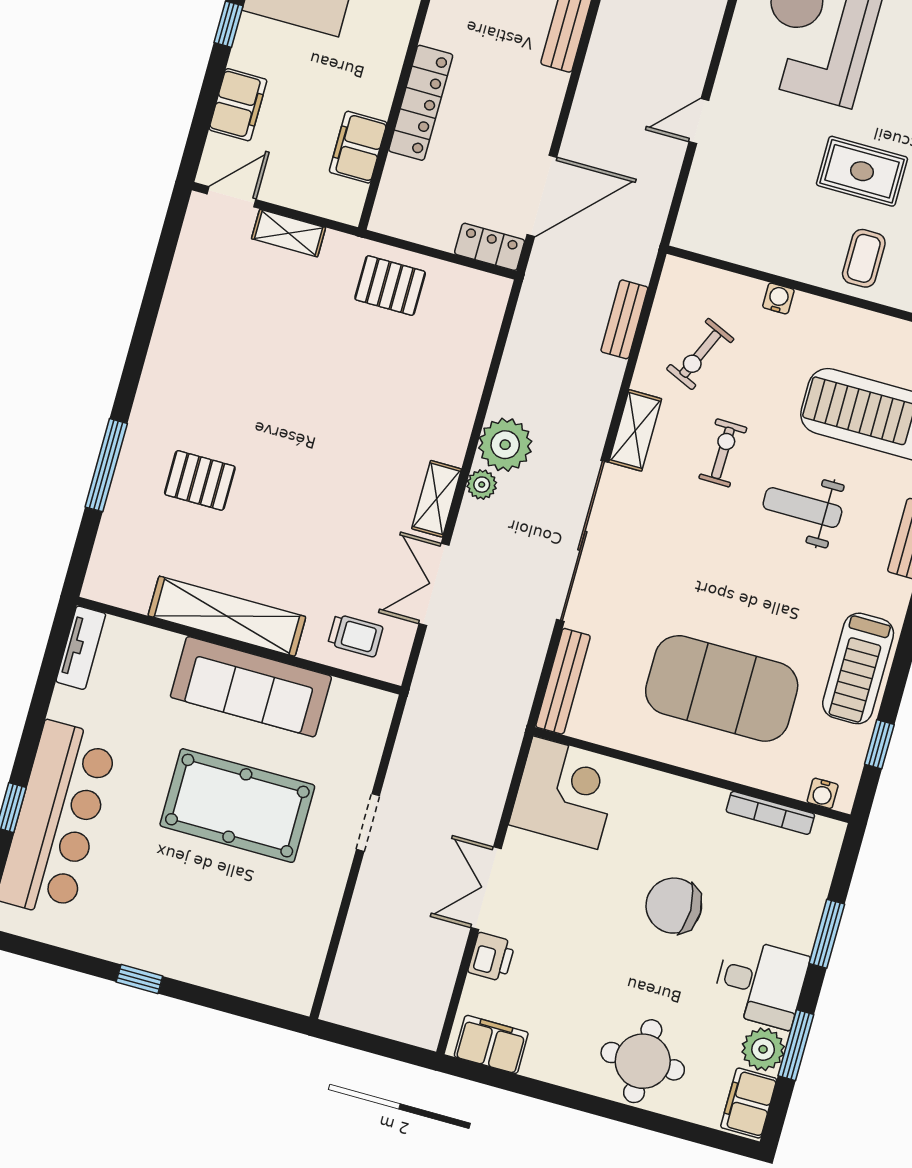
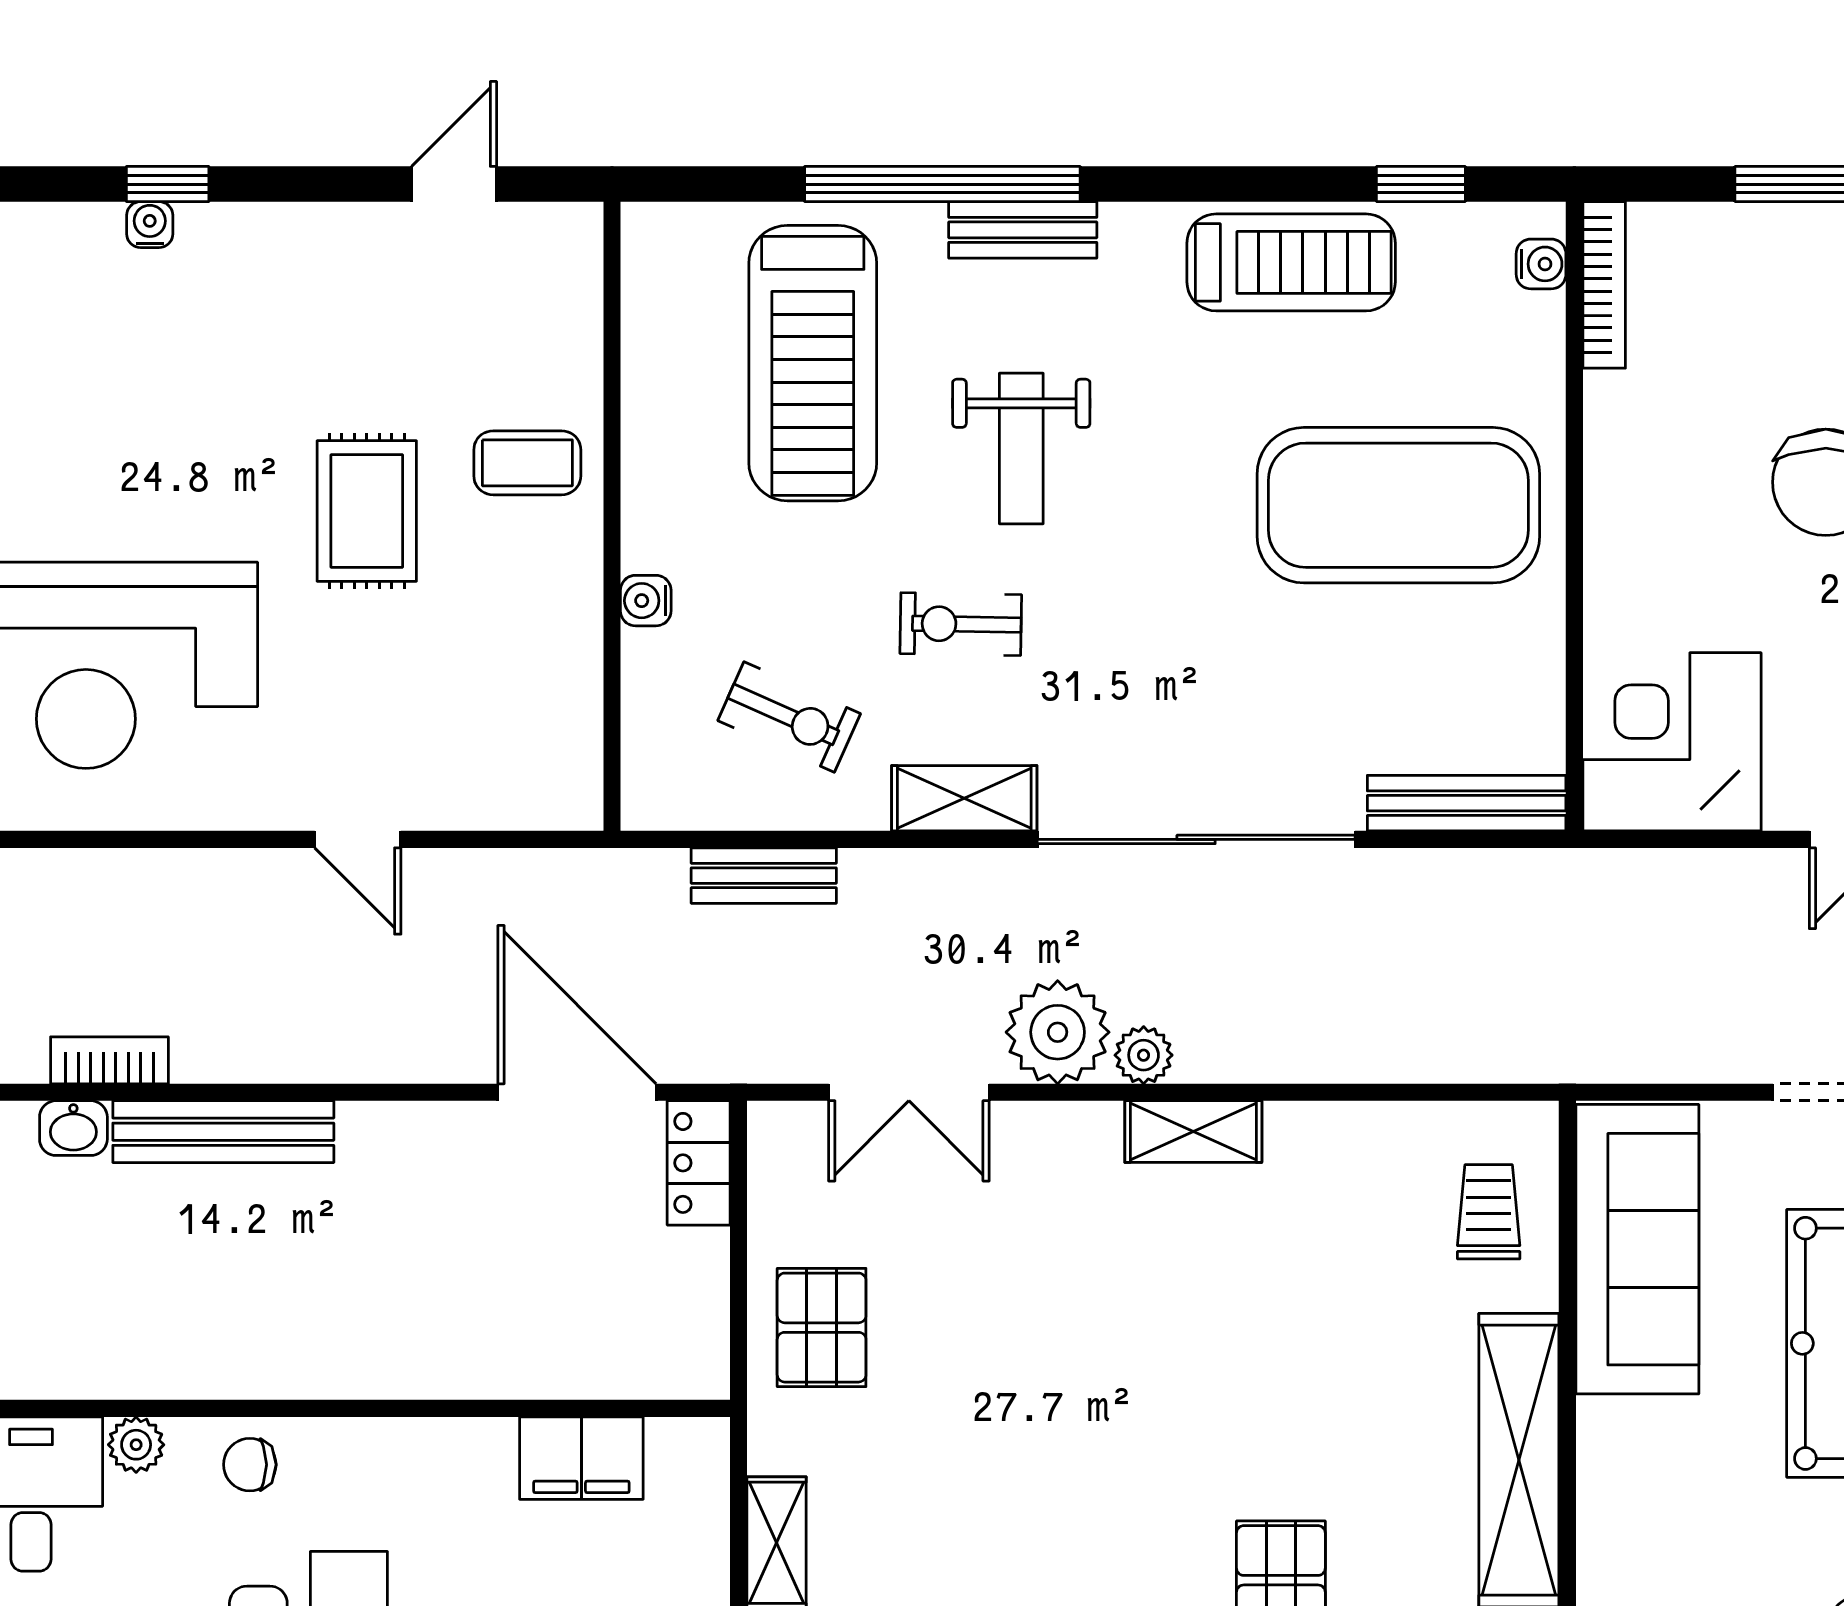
locker: (421, 103) -> (467, 1365), removed
double door: (434, 584) -> (909, 1092), moved
sofa: (251, 687) -> (1637, 1249), moved
exercise mat: (722, 688) -> (1398, 505), turned 90
bookcase: (770, 813) -> (1604, 285), moved

